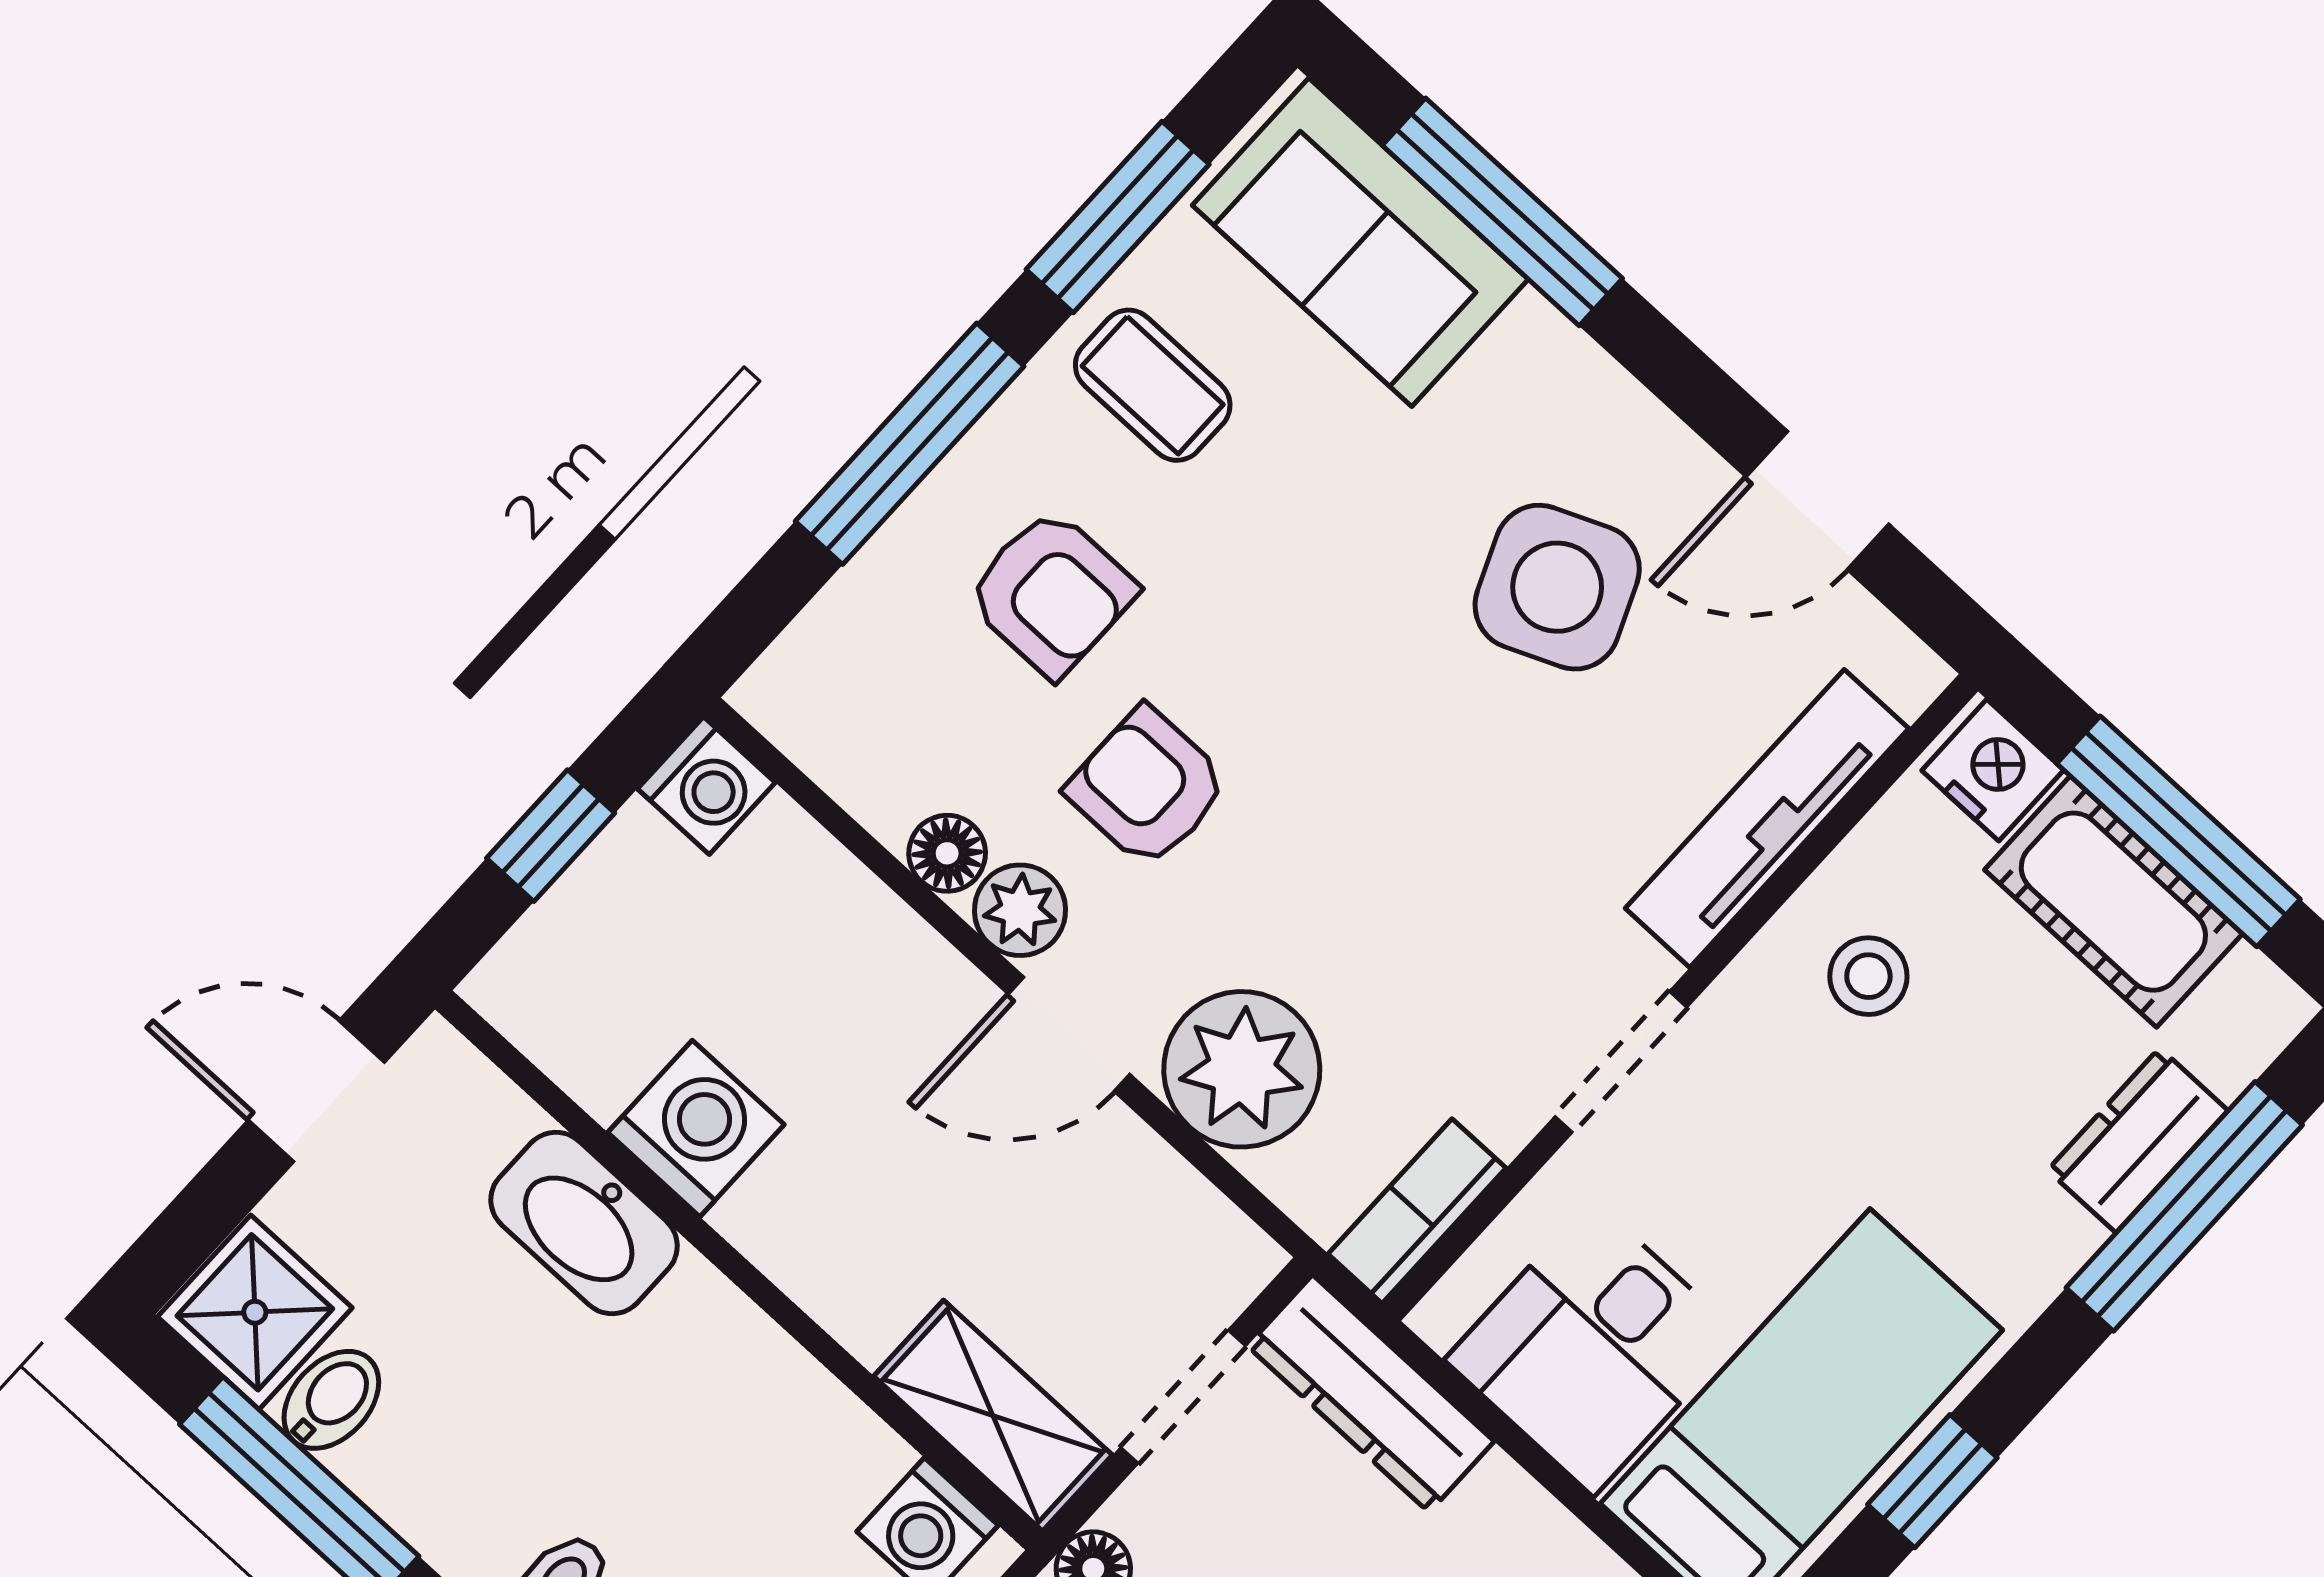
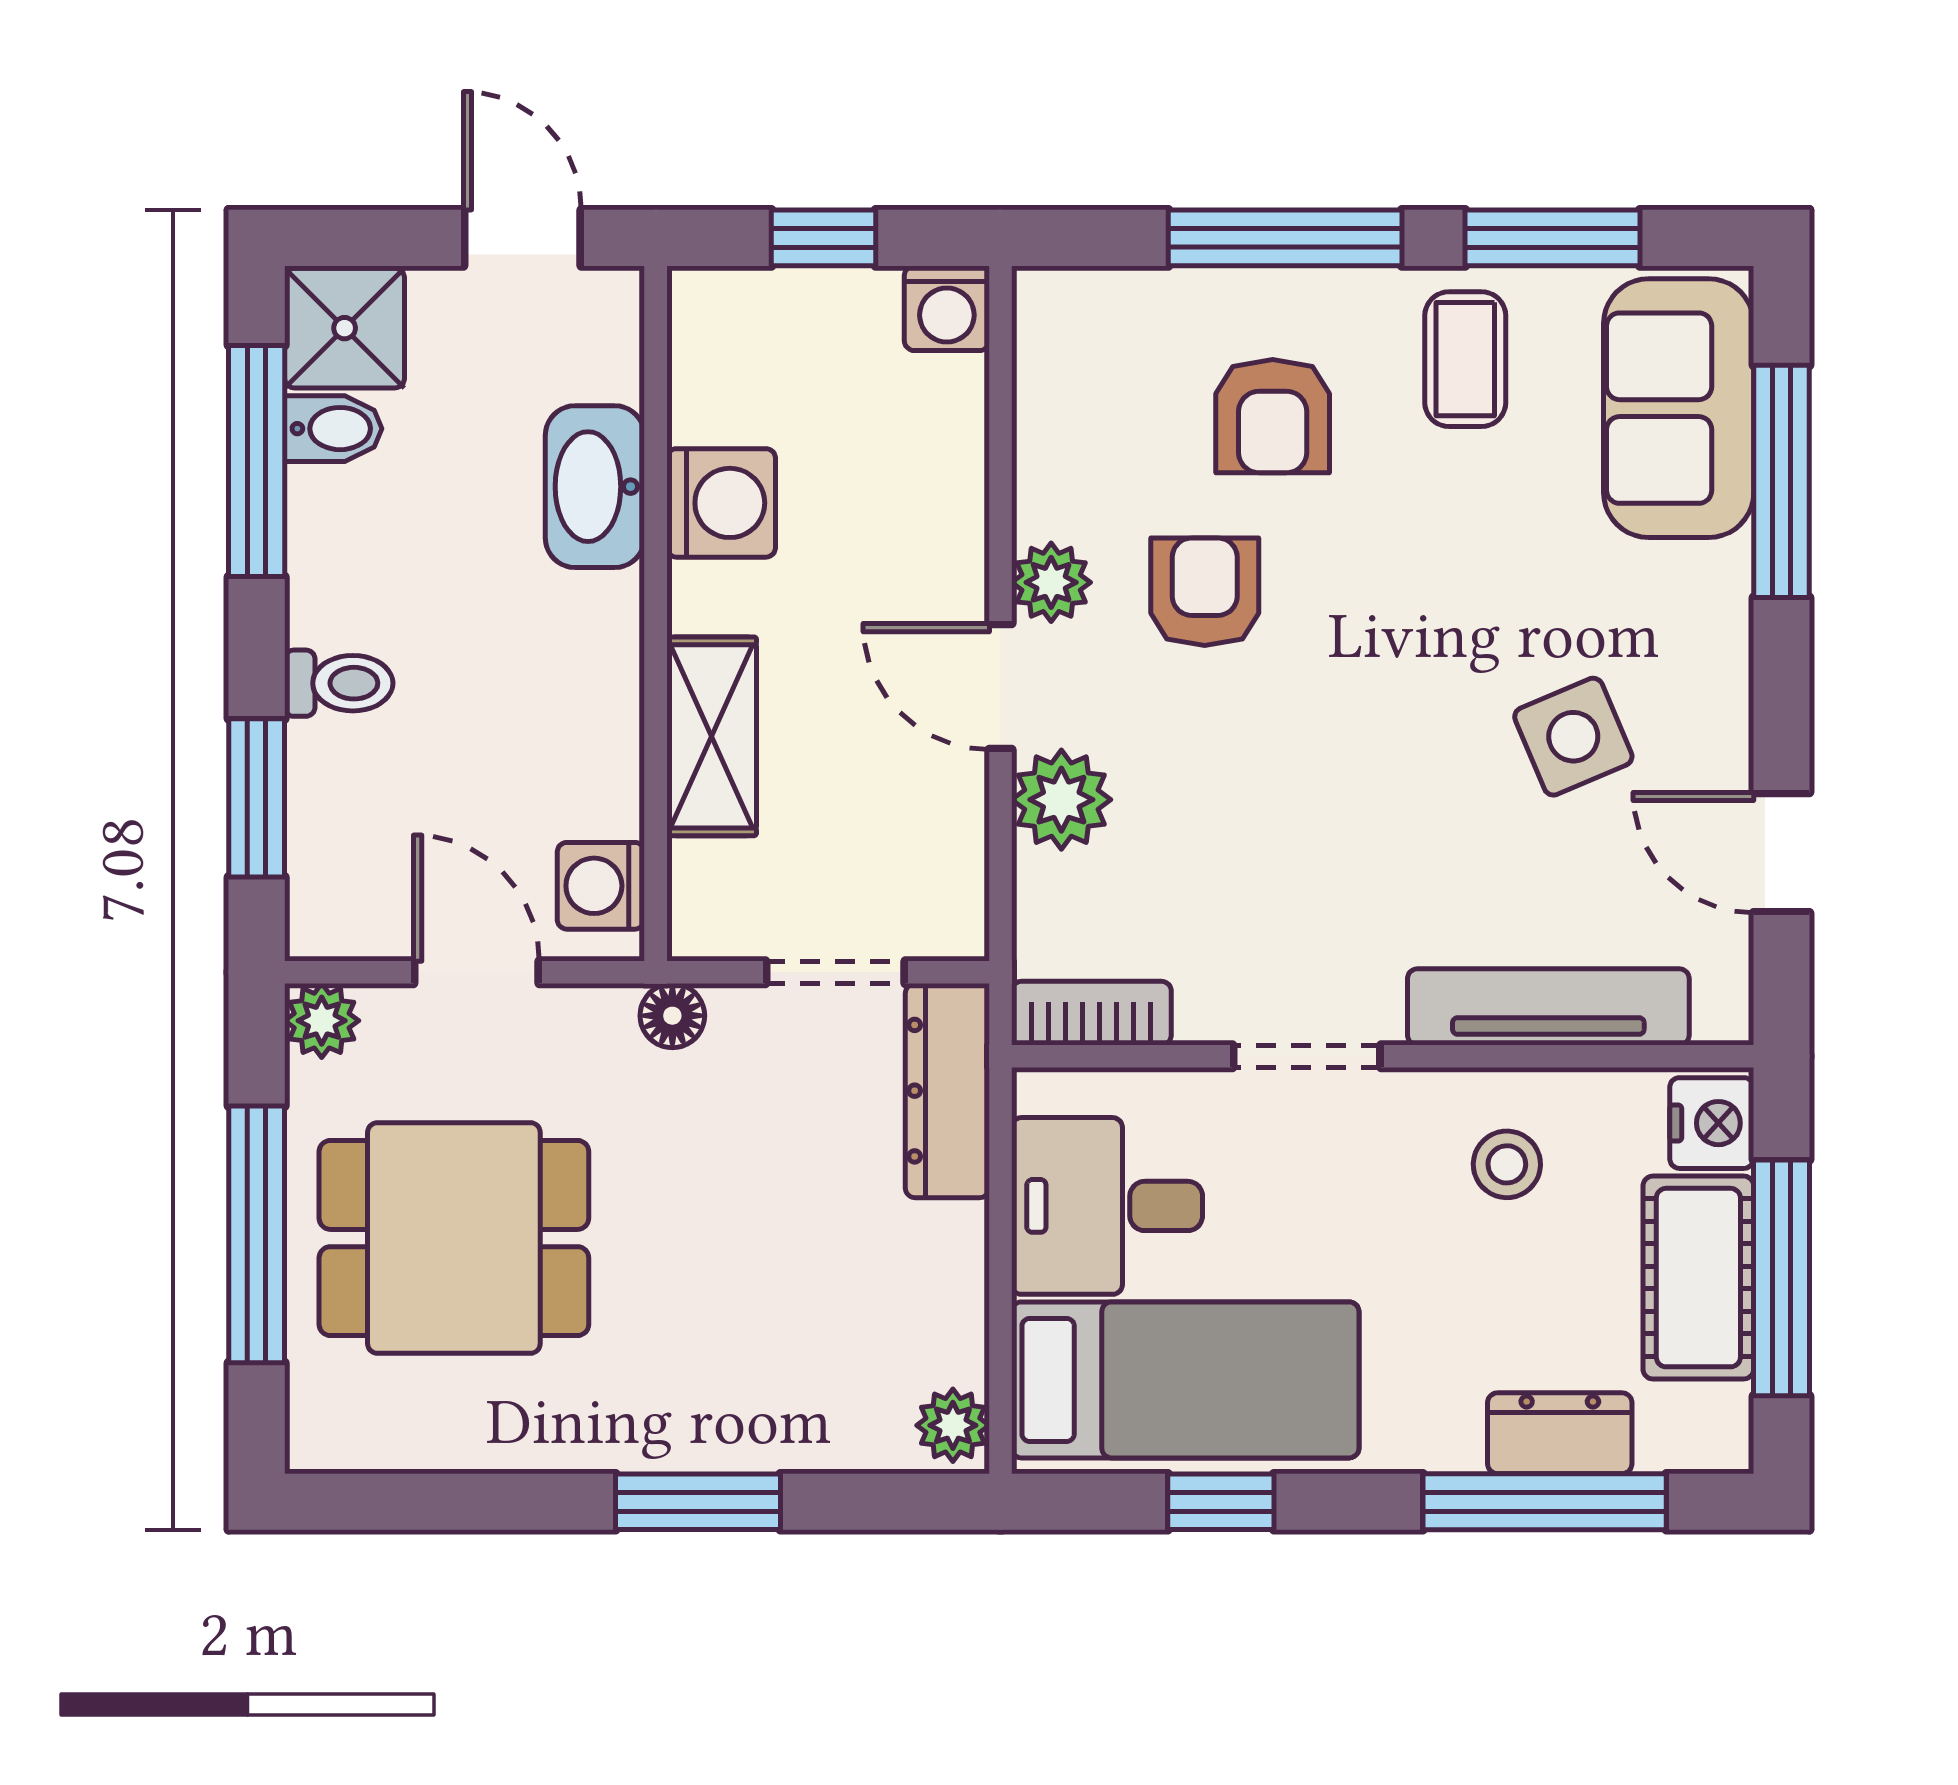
side table: (1557, 587) -> (1573, 737), width x0.73, depth x0.73
floor lamp: (947, 853) -> (1045, 502), removed
plant: (1242, 1069) -> (1061, 800), width x0.73, depth x0.73
shelving: (993, 1416) -> (712, 736), moved

